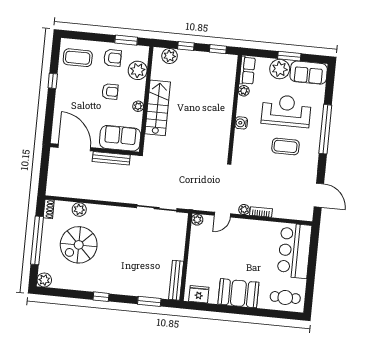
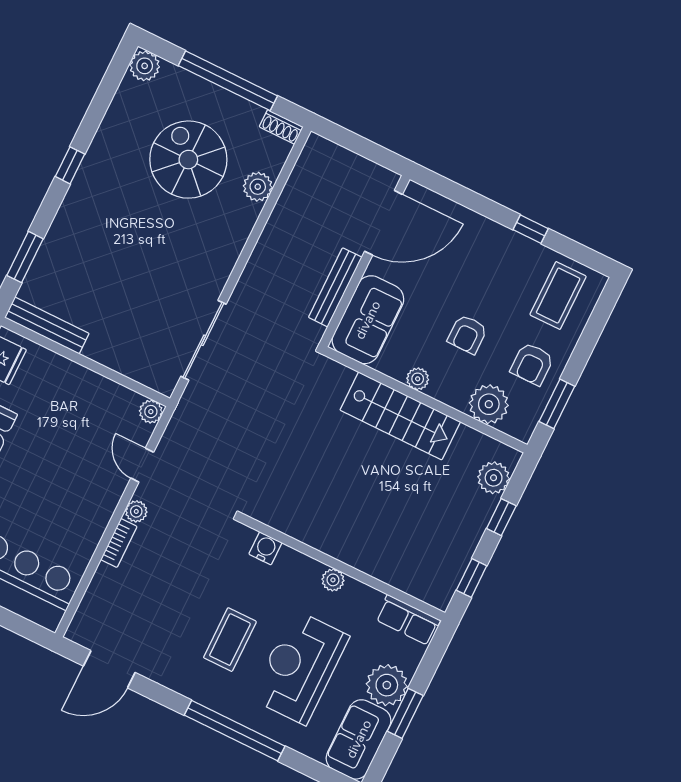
plant: (244, 91) -> (333, 580), moved
reception desk: (286, 111) -> (300, 667), turned 180
water cooler: (241, 123) -> (265, 548), moved

